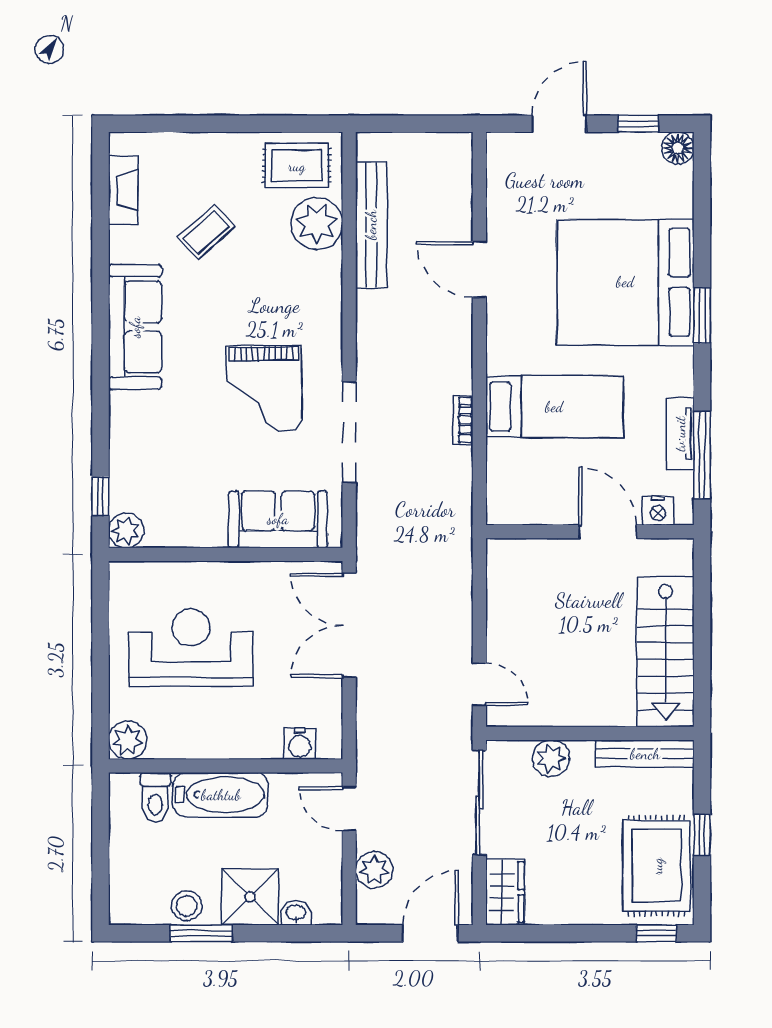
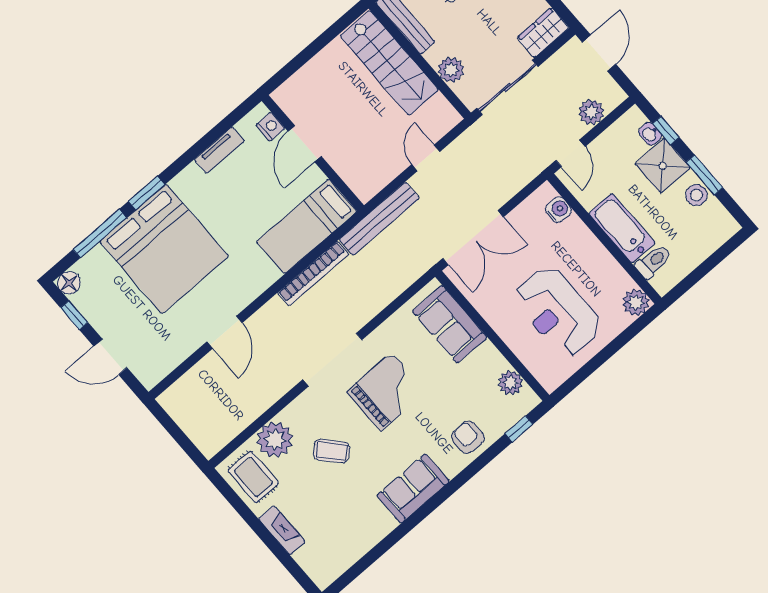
fireplace: (123, 190) -> (282, 530), moved, turned 90
bench: (371, 225) -> (379, 219), moved
coffee table: (206, 232) -> (331, 451), moved
sofa: (135, 327) -> (413, 488), width x0.73
bed: (554, 407) -> (307, 226), moved, turned -90
bookcase: (463, 420) -> (313, 273), width x2.31, depth x1.31
doorway: (349, 432) -> (332, 360), moved
armchair: (139, 434) -> (468, 437), added
window: (702, 455) -> (100, 234), moved
plant: (126, 531) -> (511, 383), moved
stairs: (666, 652) -> (389, 63), moved, turned 90
door: (479, 684) -> (426, 158), moved
window: (285, 933) -> (666, 130), added
door: (430, 933) -> (599, 53), swing flipped

